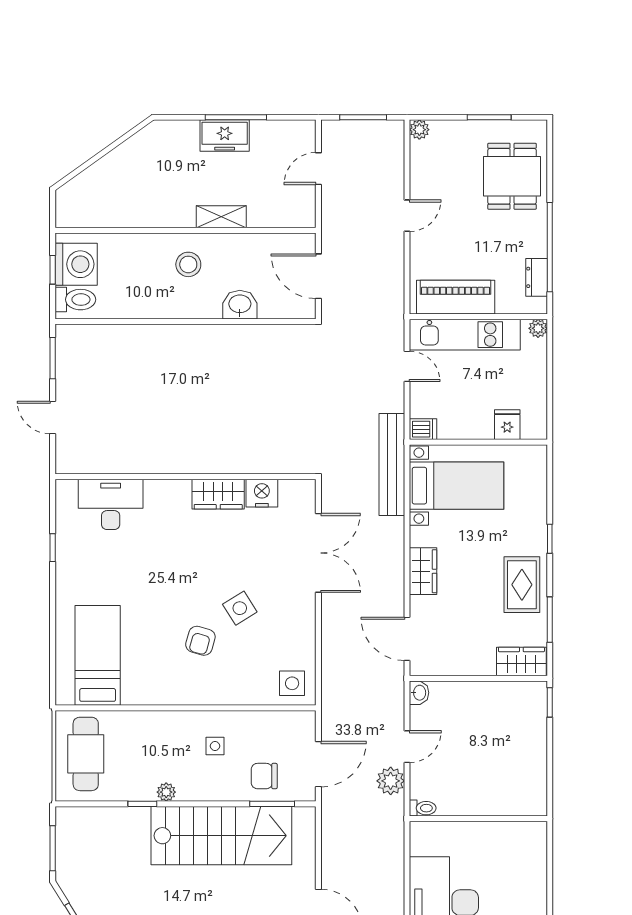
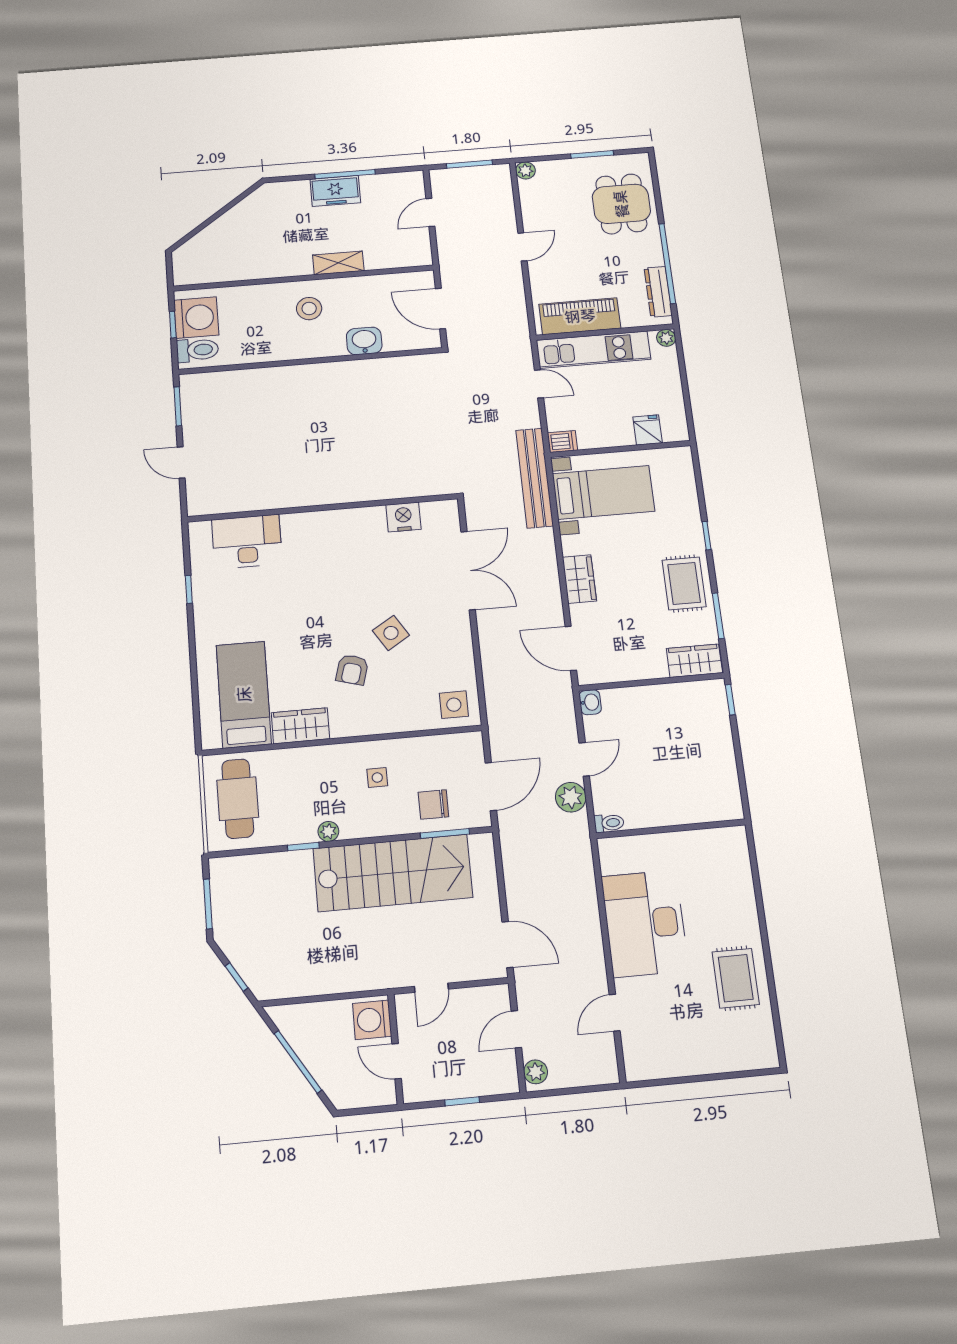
dresser: (537, 277) -> (658, 292), width x1.44
wardrobe: (218, 494) -> (300, 726), moved, turned 180

